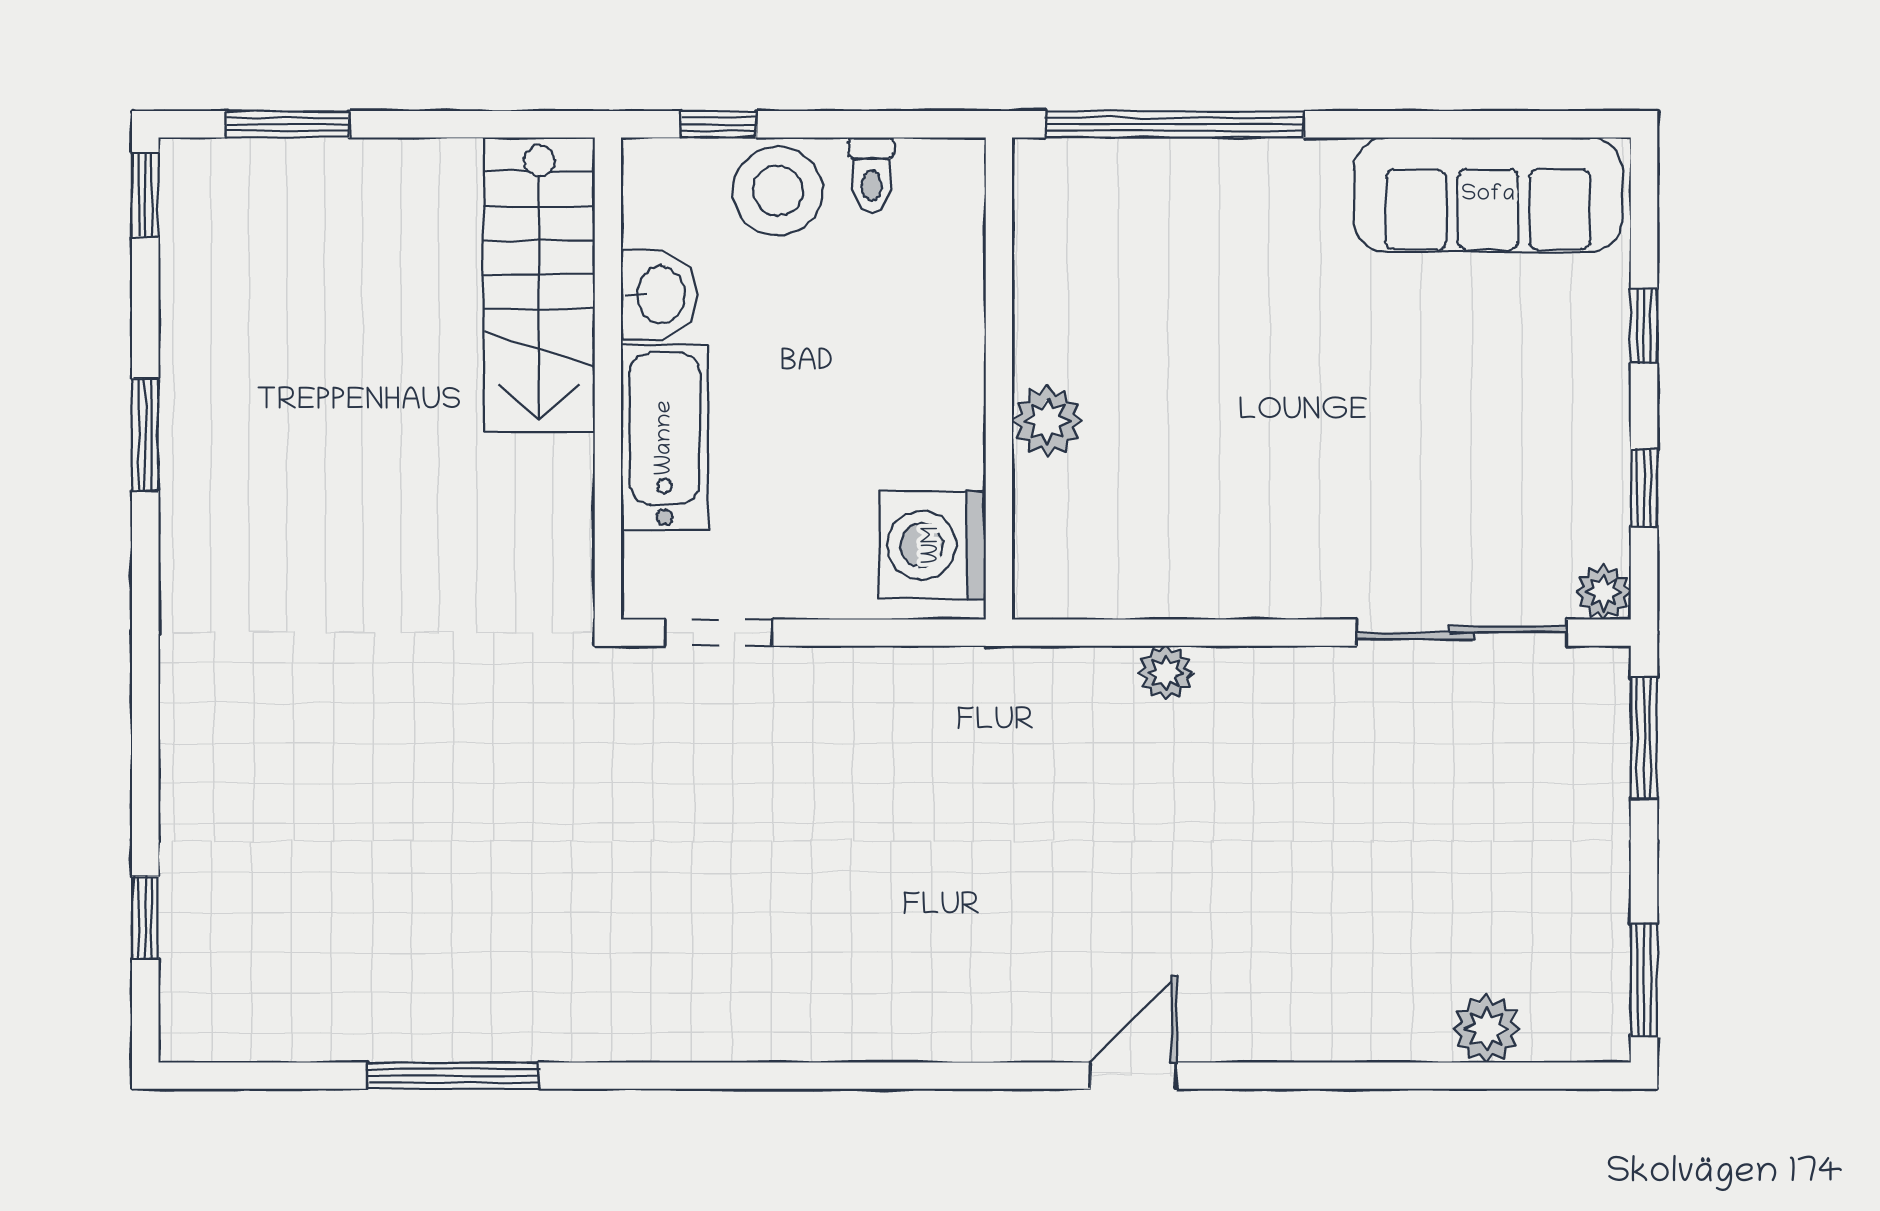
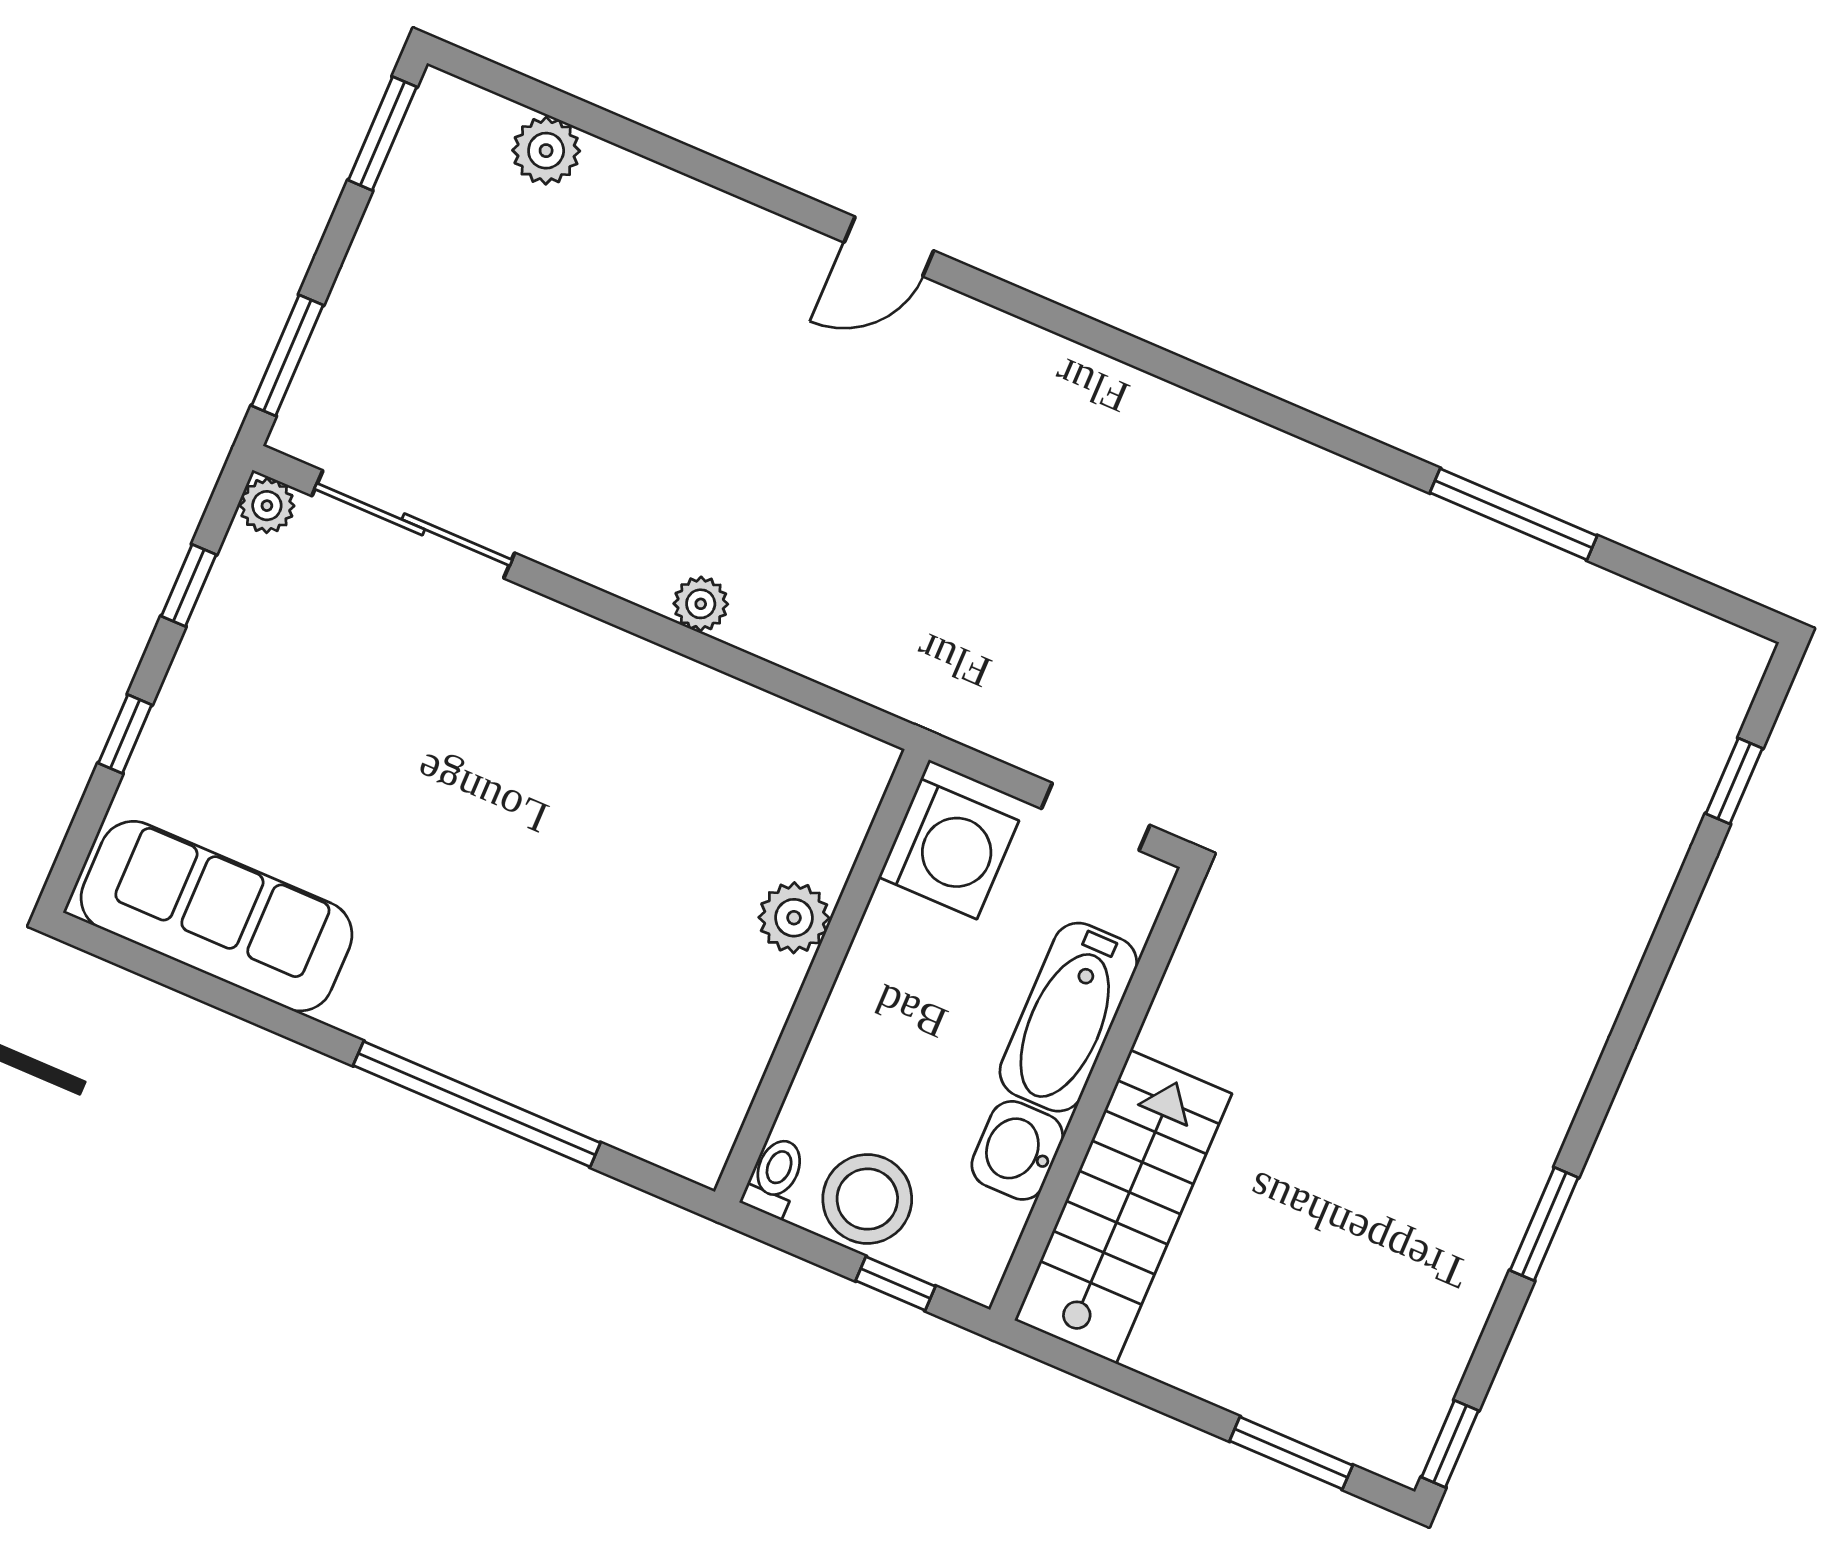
wall: (999, 378) -> (822, 976), moved
plant: (1047, 421) -> (794, 918), moved
washing machine: (932, 545) -> (949, 849), moved

